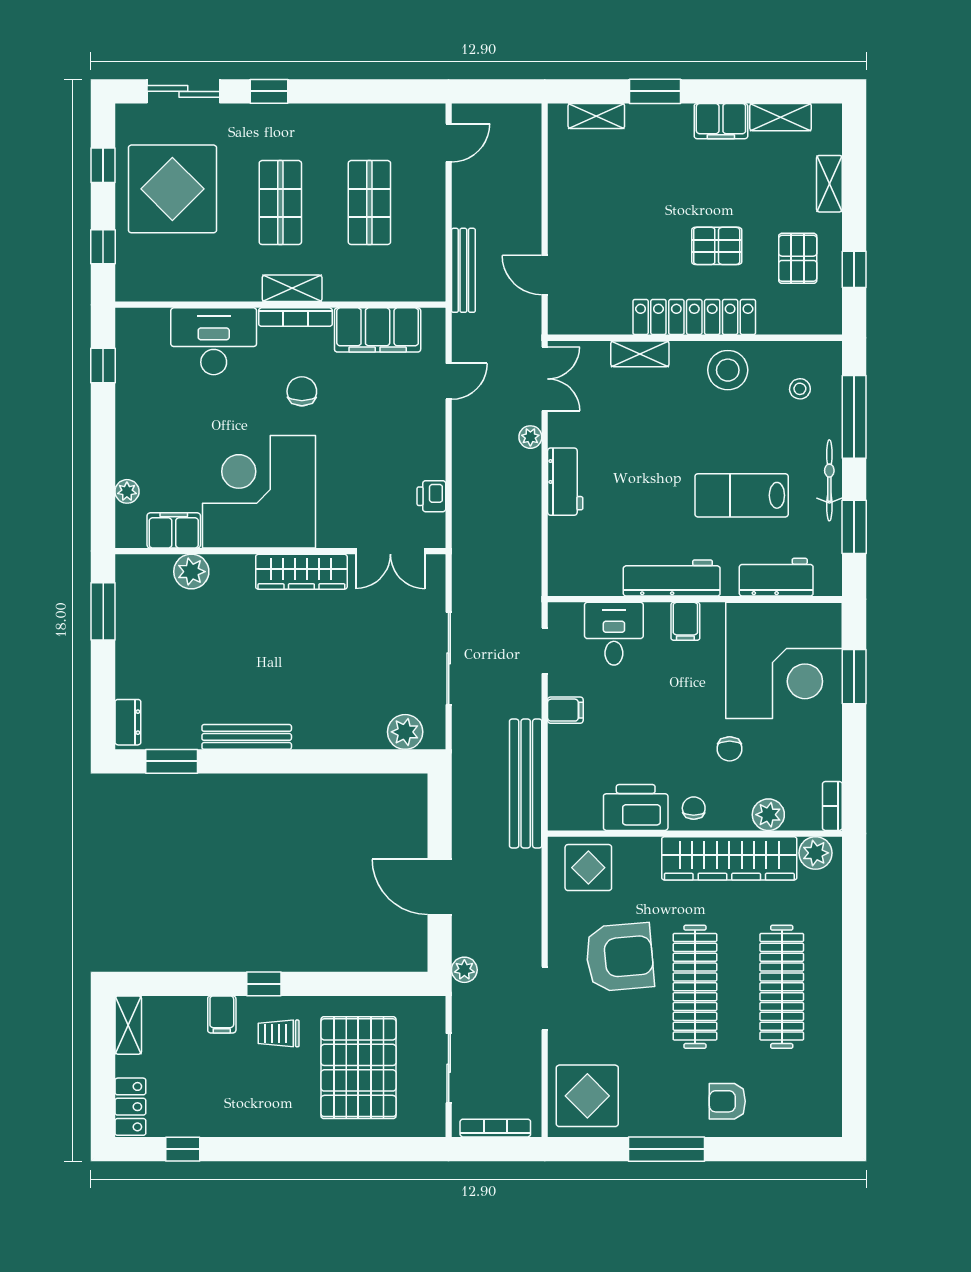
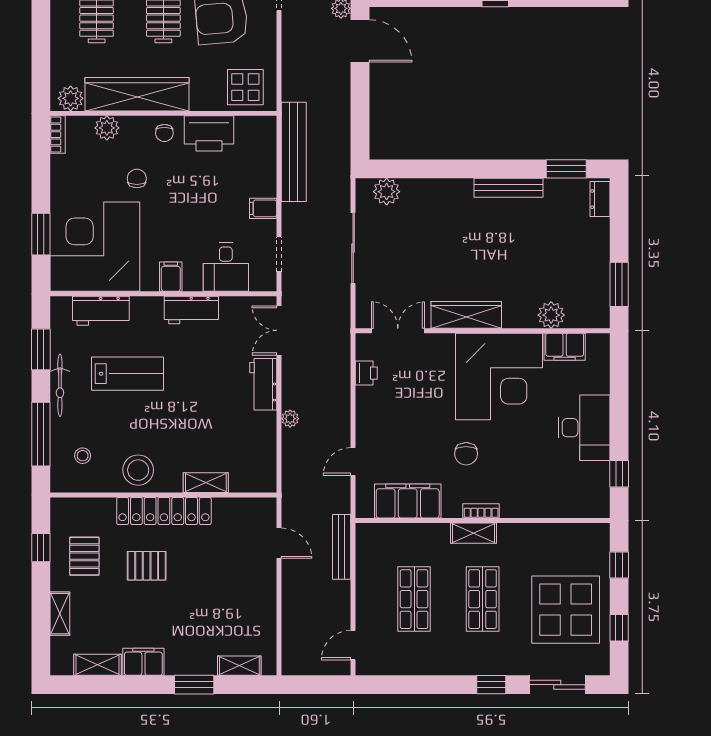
bookcase: (296, 317) -> (481, 511), width x0.64
desk: (214, 341) -> (584, 428), moved, turned -90
double door: (545, 379) -> (279, 330), moved
plant: (127, 491) -> (601, 377), removed
workbench: (672, 578) -> (191, 310), width x0.73
door: (440, 887) -> (360, 41), moved

